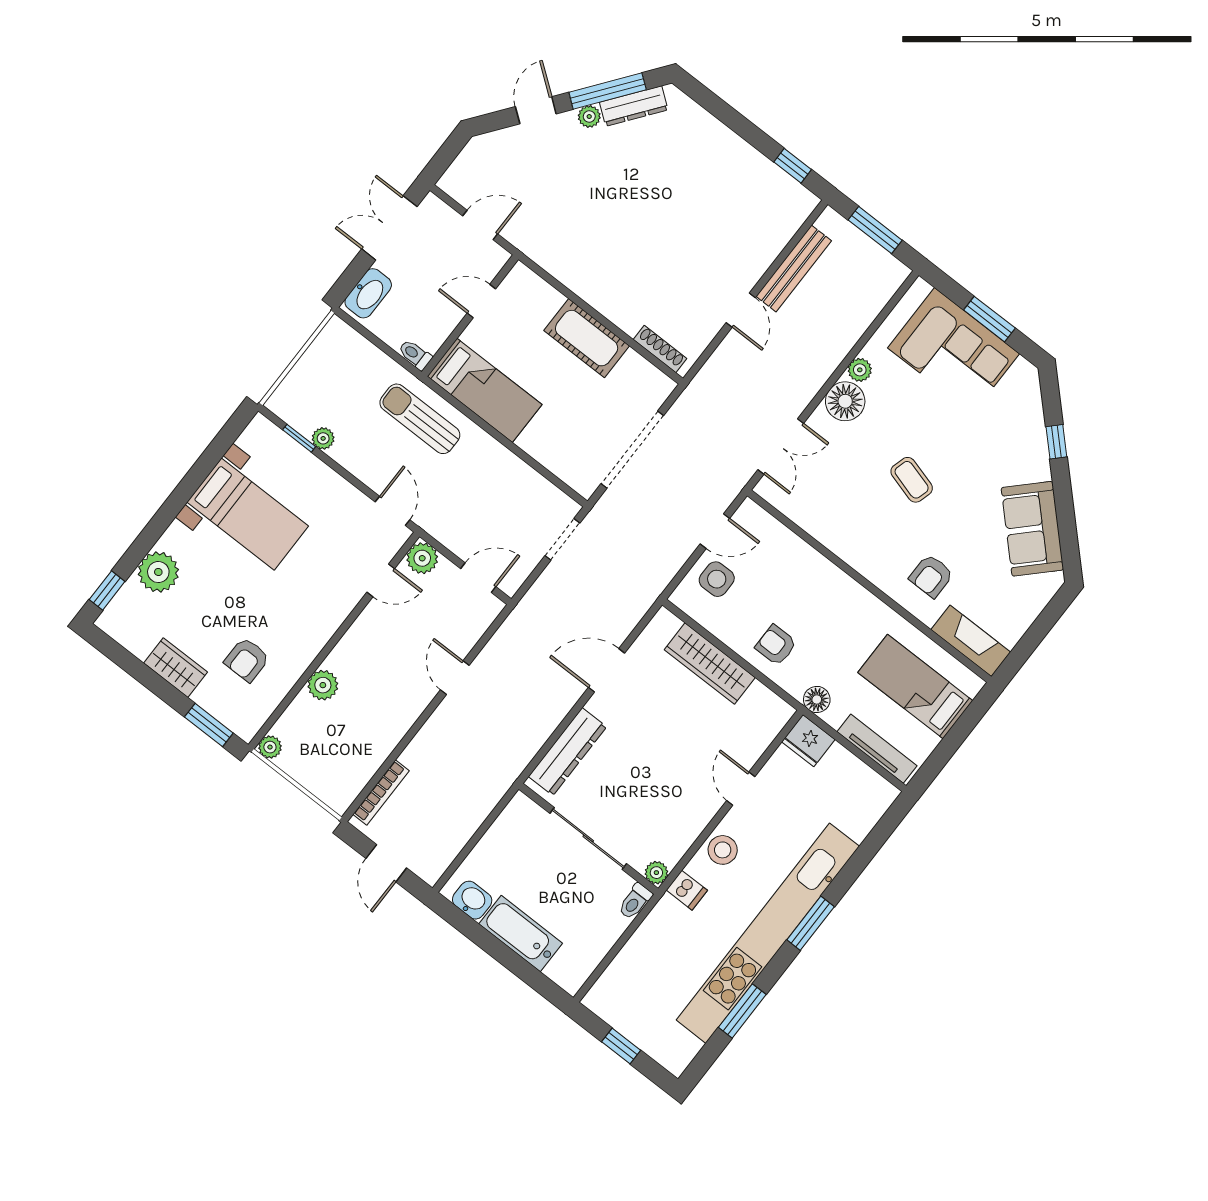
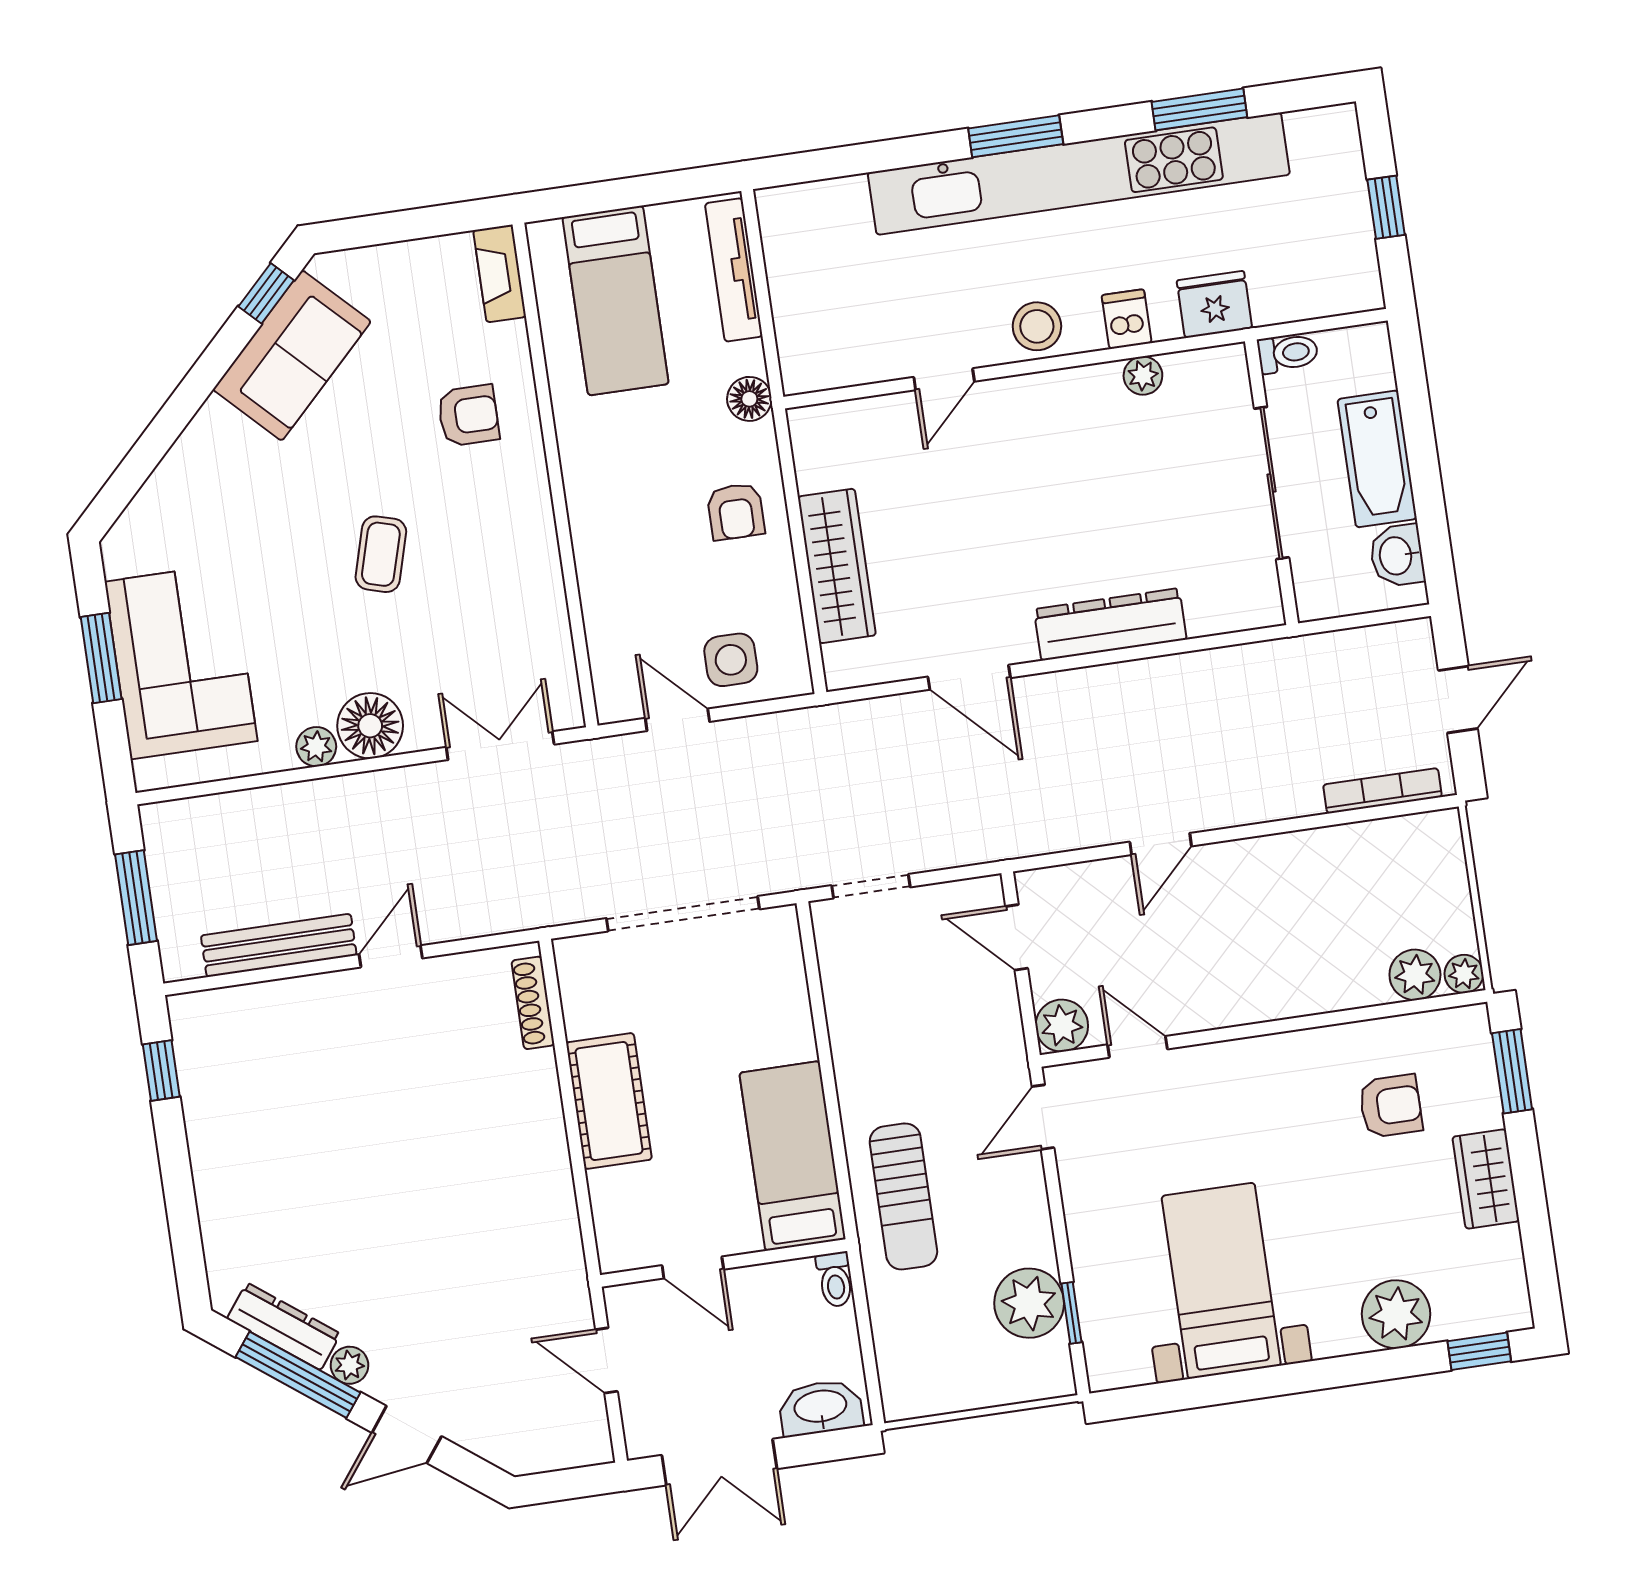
plant: (323, 438) -> (1029, 1303), width x1.87, depth x1.87
window: (1056, 442) -> (266, 293), moved
fireplace: (971, 641) -> (500, 273), width x0.73, depth x0.76
plant: (323, 685) -> (1415, 975), moved
fridge: (808, 741) -> (1214, 304), moved, turned -90
sliding door: (588, 839) -> (1272, 483), moved
wall: (589, 839) -> (1271, 482), moved
toilet: (635, 901) -> (1288, 353), moved

